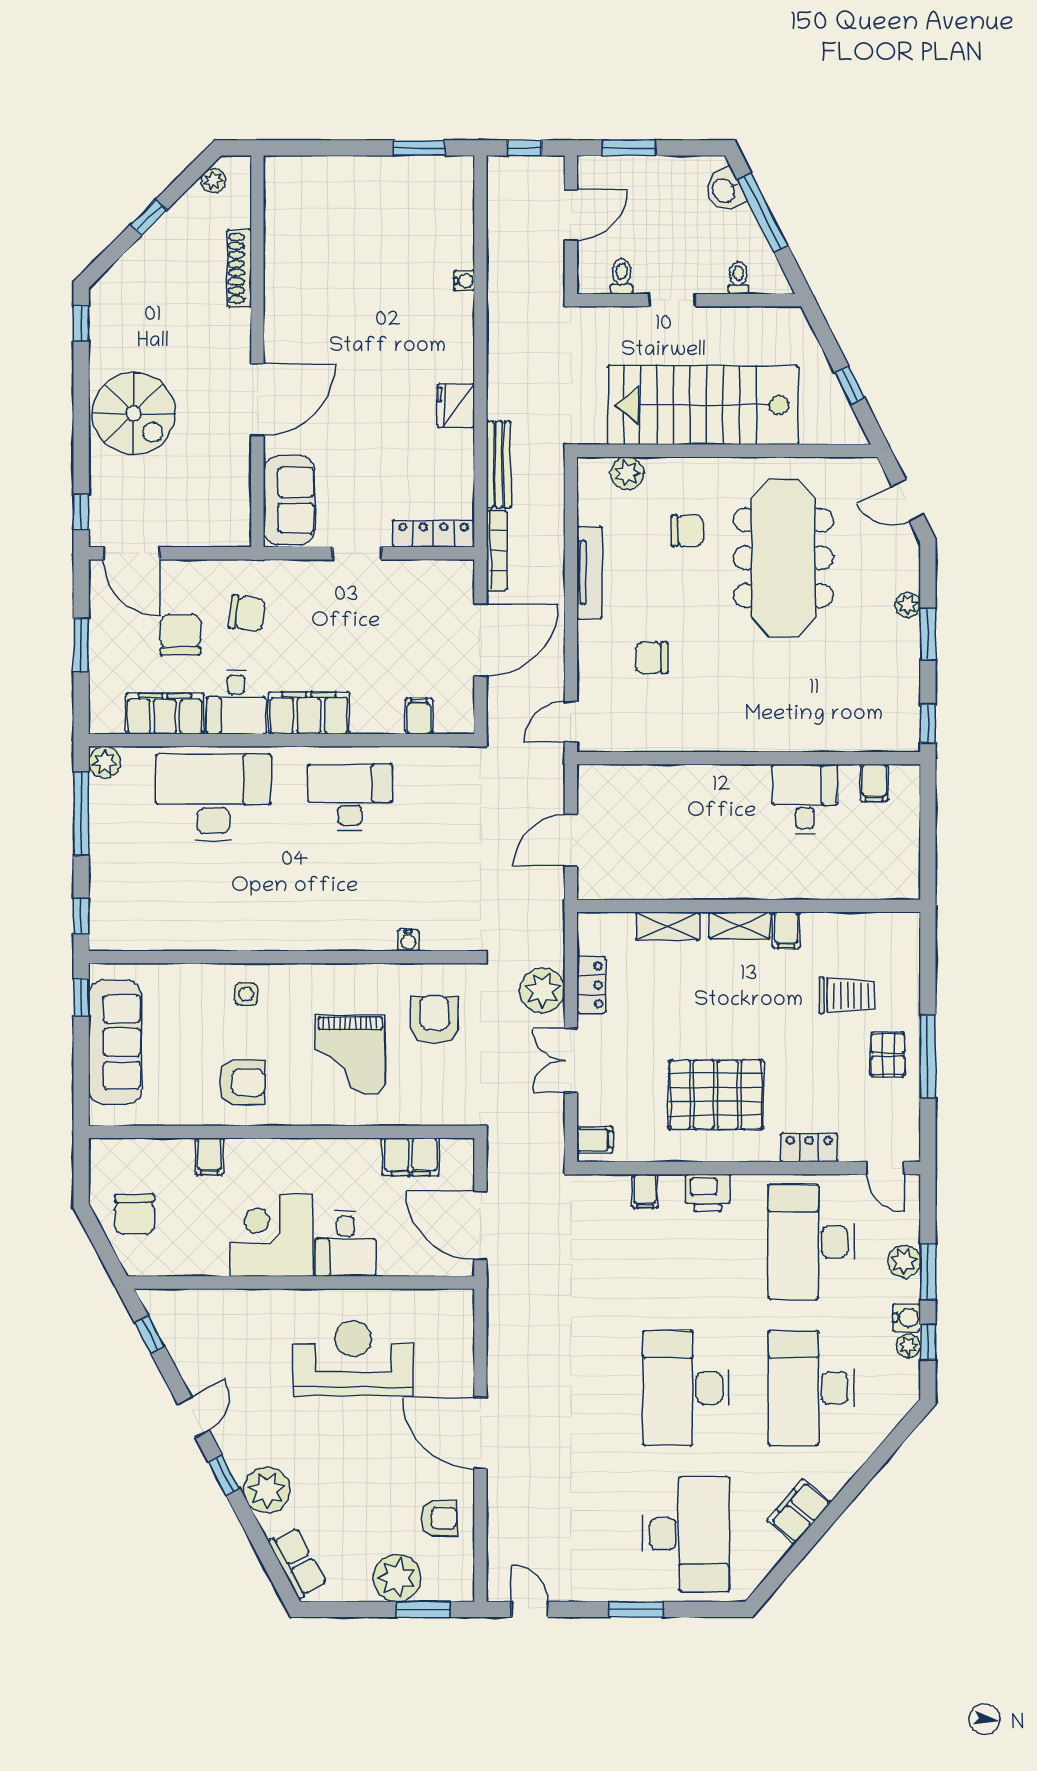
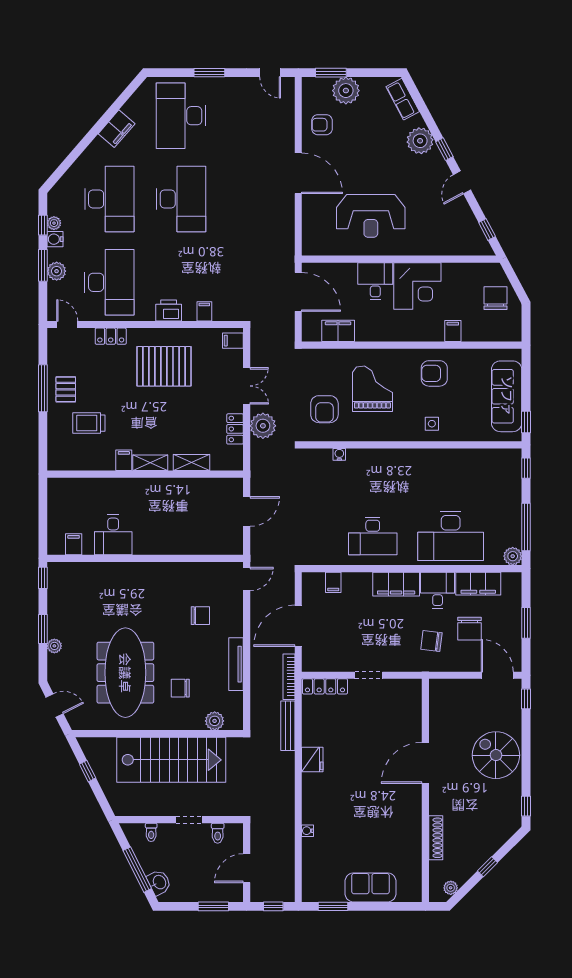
sofa: (289, 500) -> (370, 887), moved, turned 90

